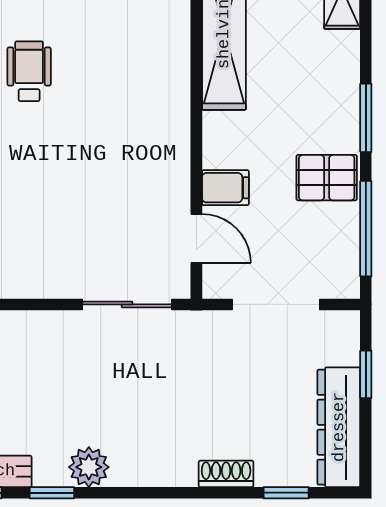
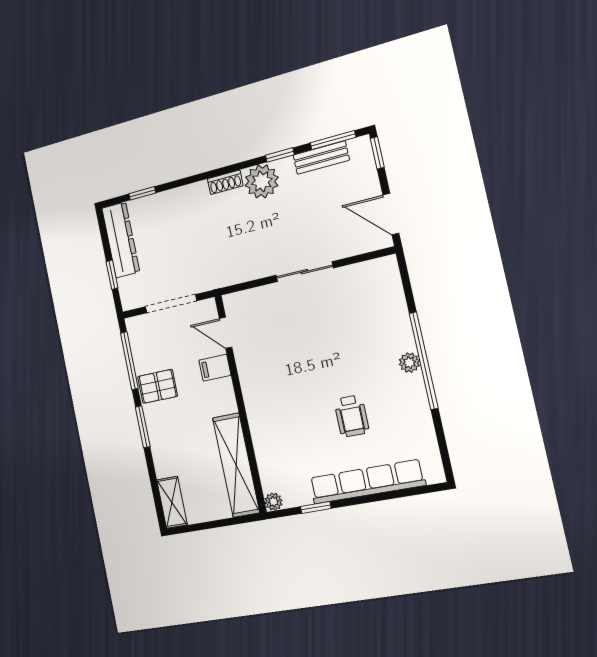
sliding door: (127, 304) -> (304, 272), moved
plant: (89, 467) -> (262, 181), width x1.36, depth x1.36
shoe rack: (226, 474) -> (225, 182), moved

